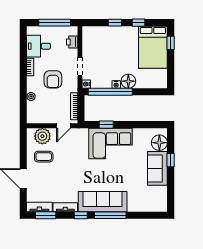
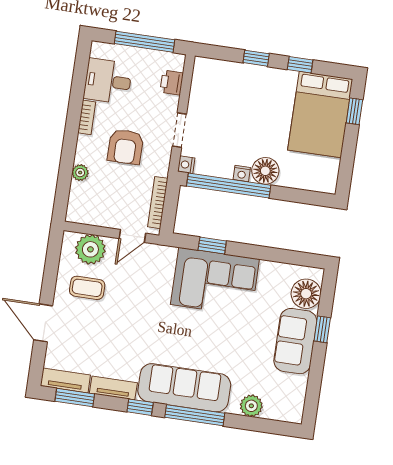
plant: (139, 206) -> (251, 406), added

